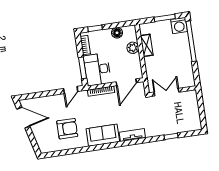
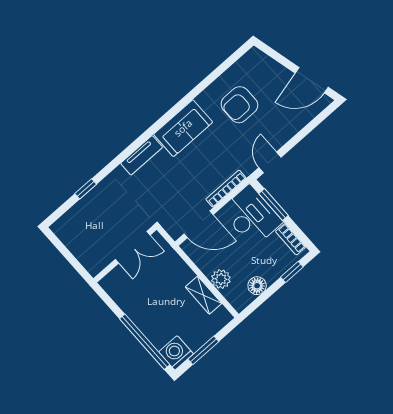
door: (126, 82) -> (199, 224), swing flipped

